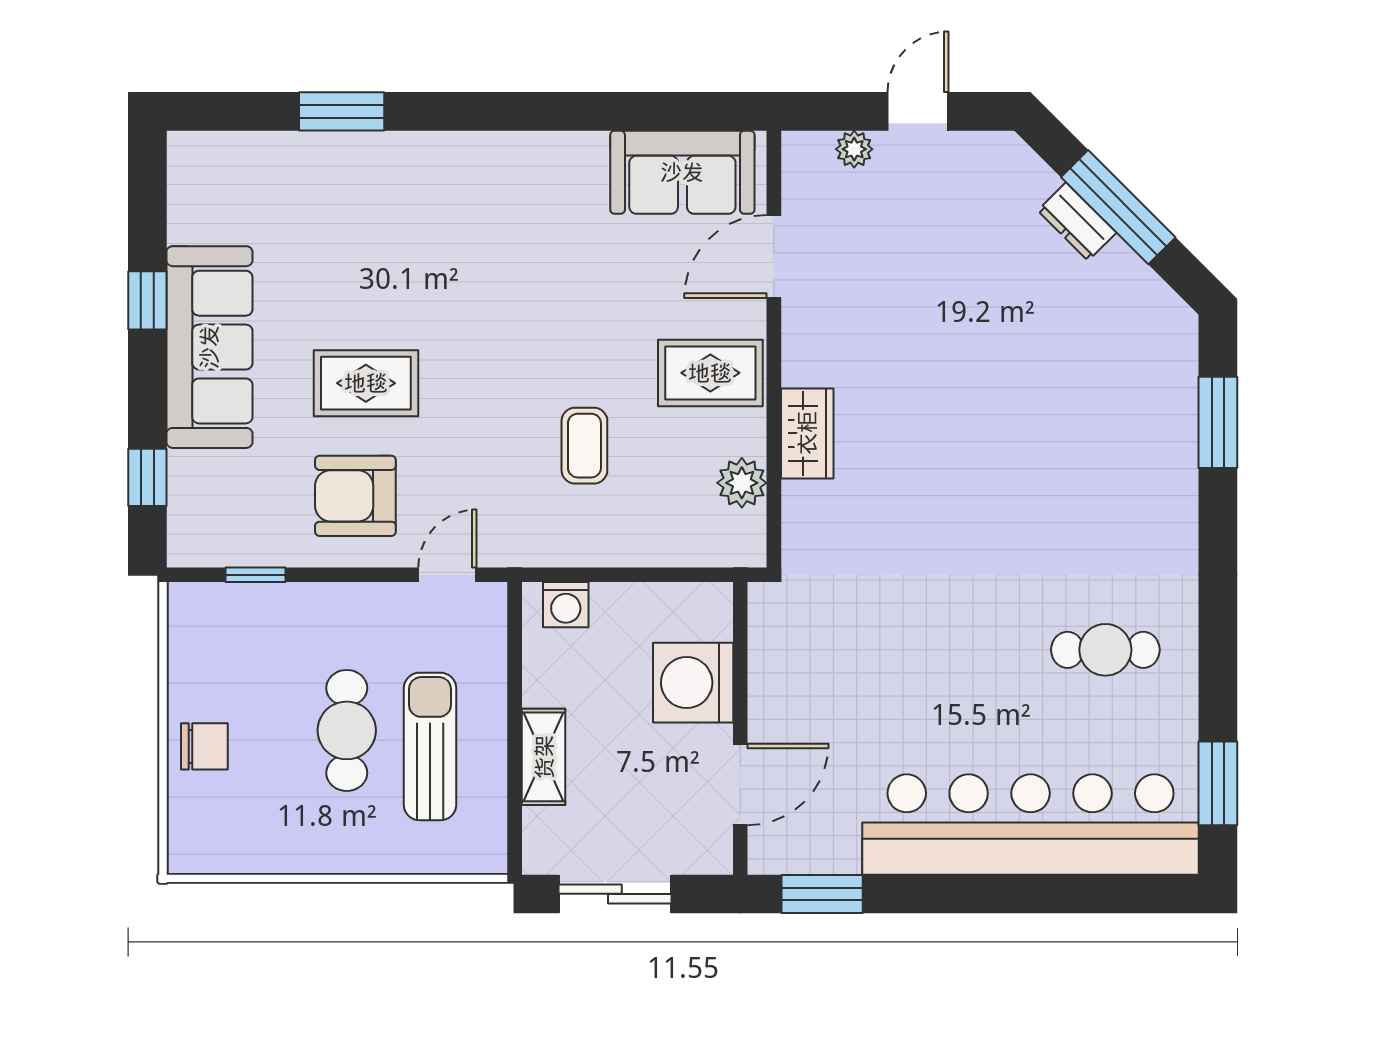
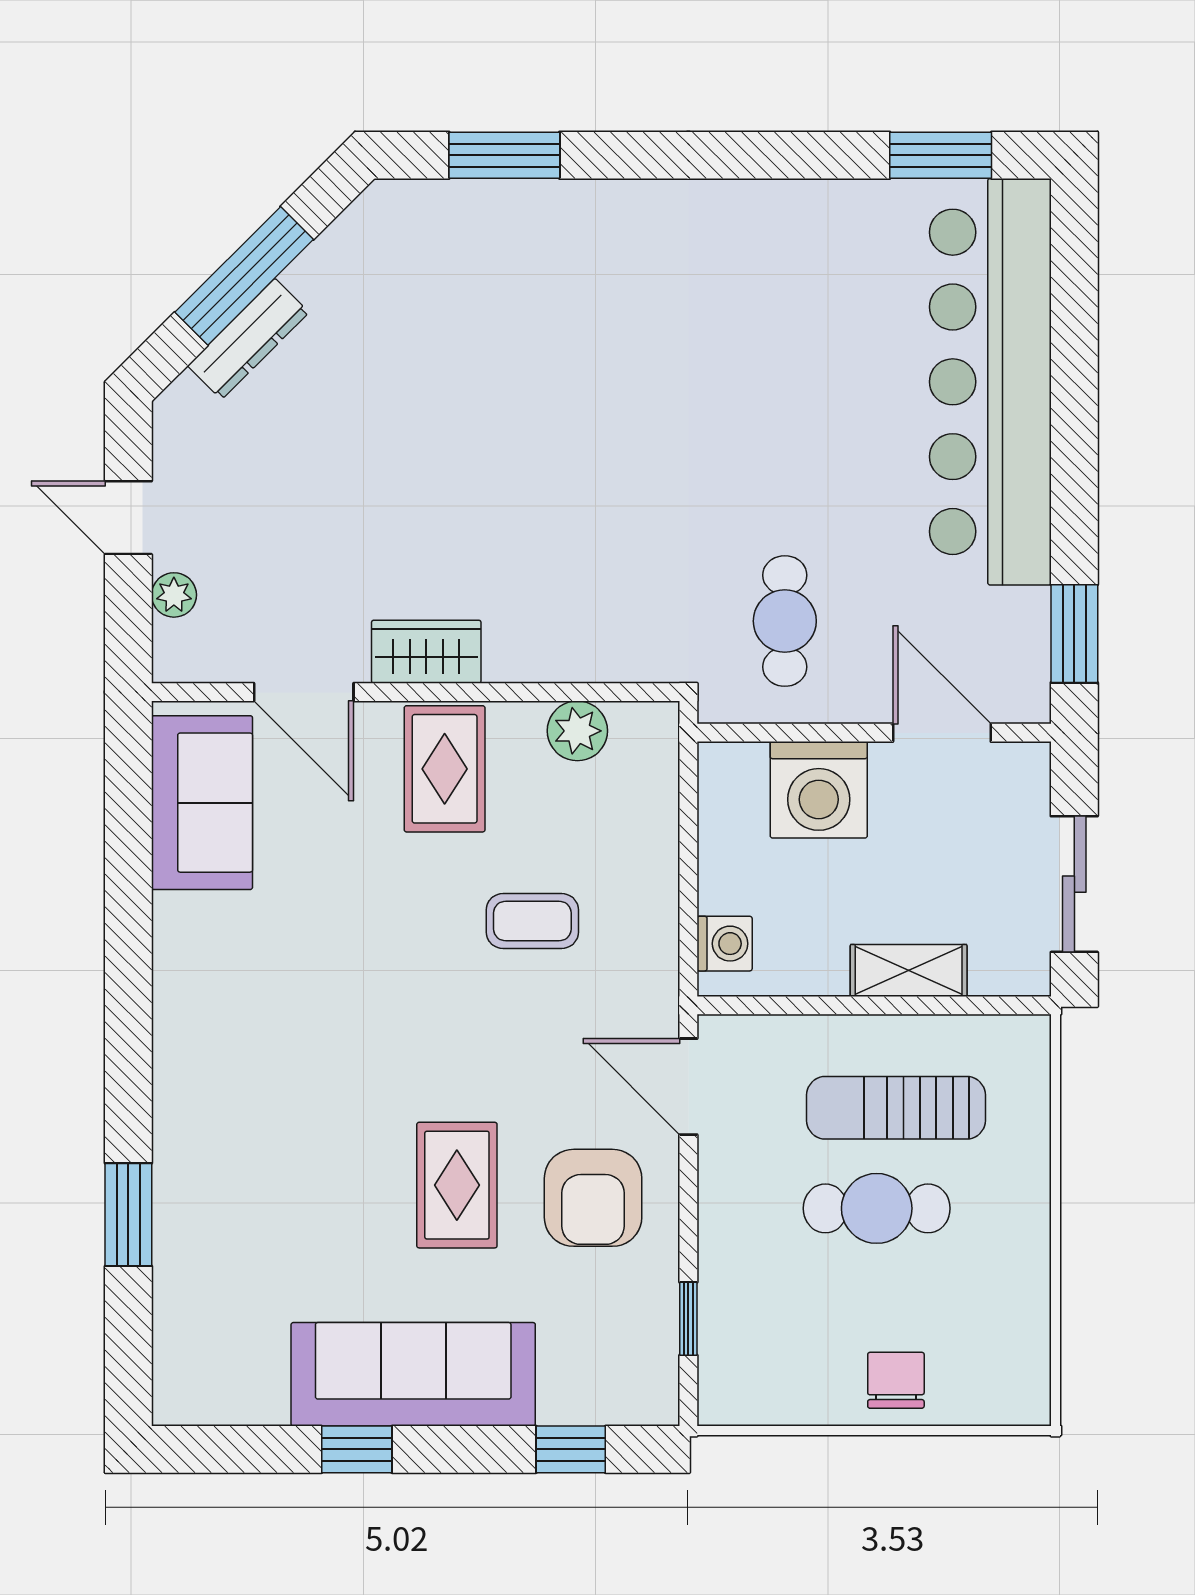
dresser: (1077, 222) -> (248, 339), width x1.44
wardrobe: (807, 433) -> (426, 652), moved
door: (447, 575) -> (688, 1087), width x1.38
cafe table: (1105, 650) -> (785, 621), moved

